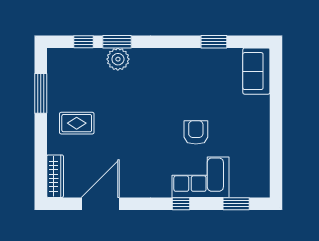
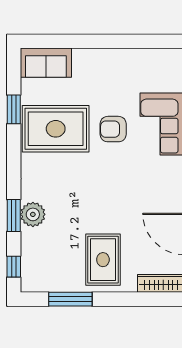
window: (83, 42) -> (14, 267), moved
rug: (196, 80) -> (56, 129), added
rug: (77, 123) -> (103, 260), width x1.36, depth x1.43

